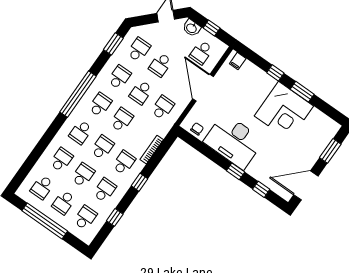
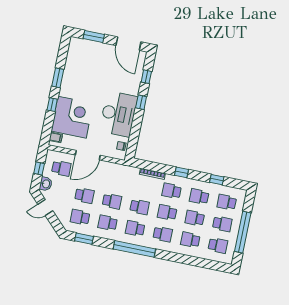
school desk: (163, 108) -> (116, 180), removed
corner desk: (284, 111) -> (72, 117), moved
school desk: (122, 120) -> (140, 207), turned 180

